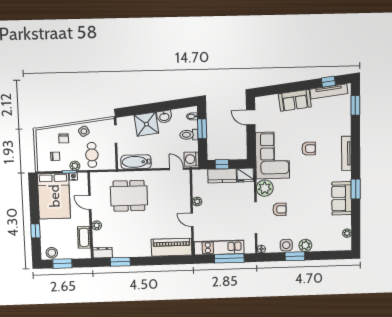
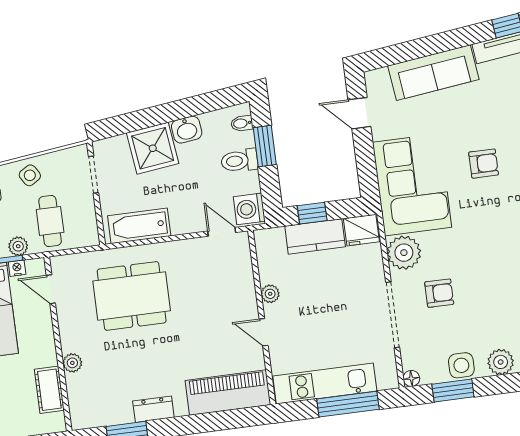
sofa: (295, 100) -> (433, 73), width x1.36
door: (90, 202) -> (51, 289), moved
dresser: (103, 253) -> (153, 409), moved
window: (295, 256) -> (453, 390), moved

